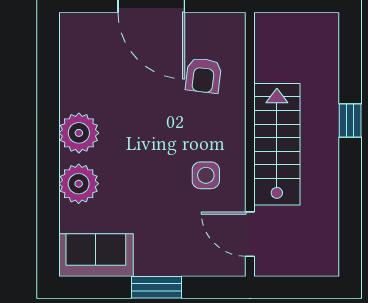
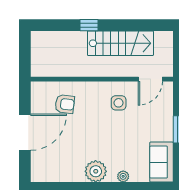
stairs: (277, 144) -> (120, 43), moved, turned 180
plant: (79, 184) -> (123, 176), width x0.53, depth x0.53

